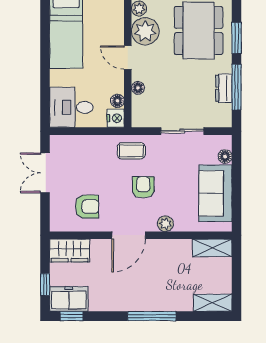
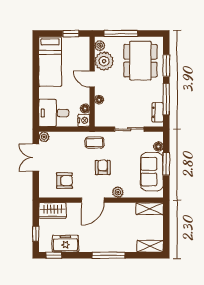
dresser: (224, 88) -> (158, 112), moved
plant: (57, 142) -> (44, 137), added
window: (237, 182) -> (166, 164), added
freezer: (69, 299) -> (65, 244), moved

